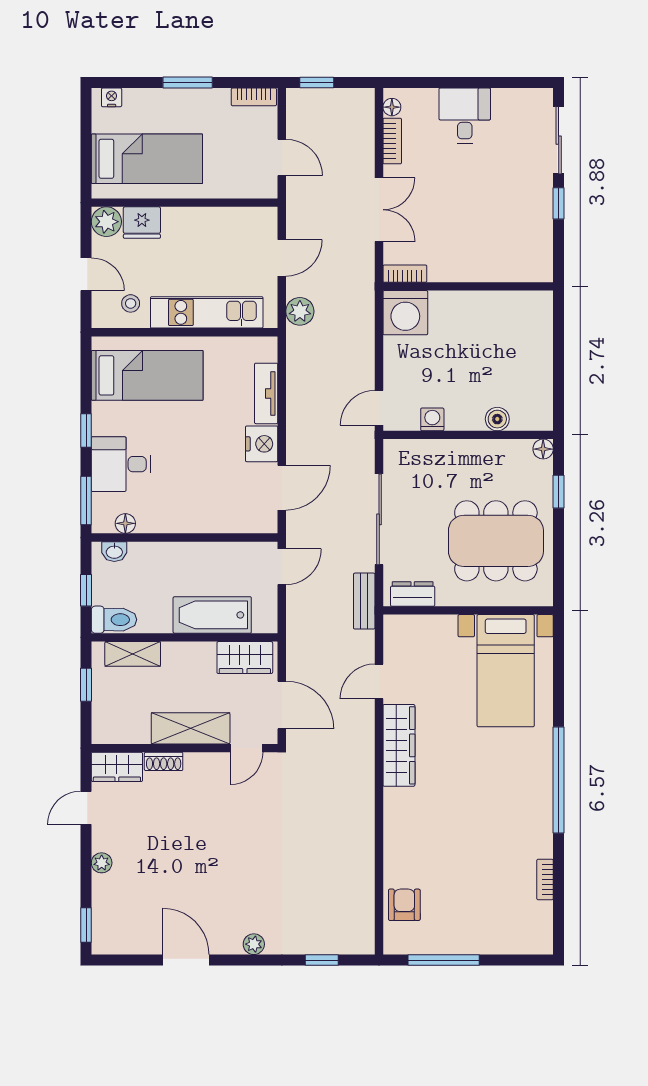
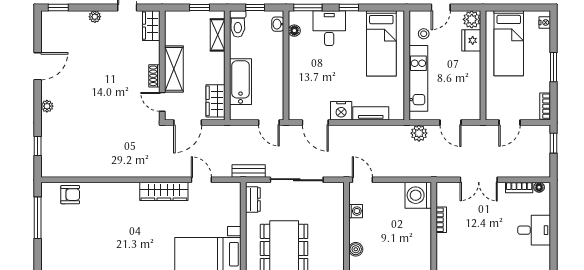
bookcase: (405, 274) -> (441, 220), moved
shoe rack: (164, 761) -> (154, 76), moved

